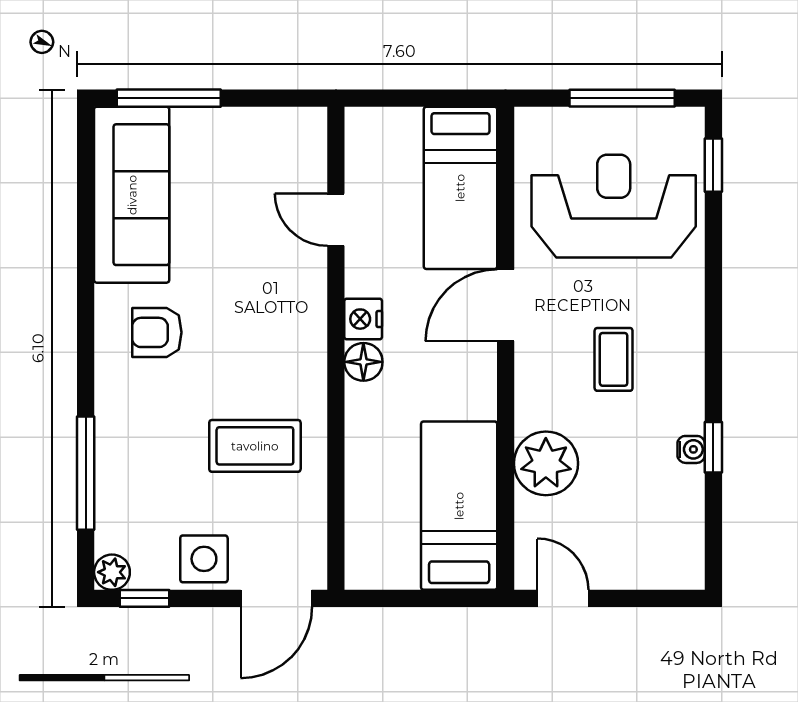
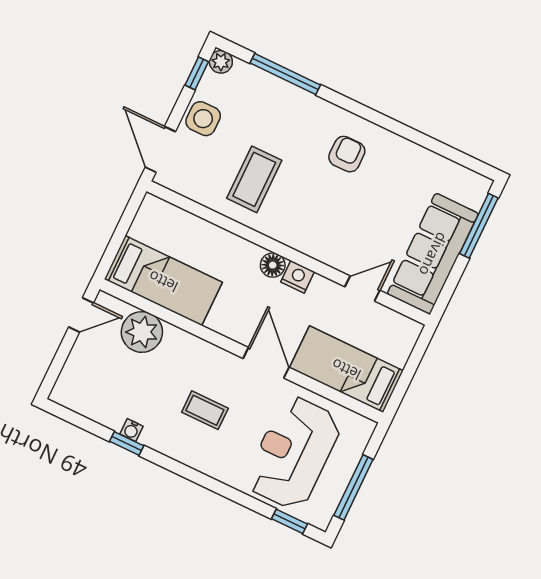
sofa: (132, 195) -> (433, 254), moved, turned 90
reception desk: (614, 206) -> (293, 453), turned 180
plant: (546, 463) -> (142, 332), moved

